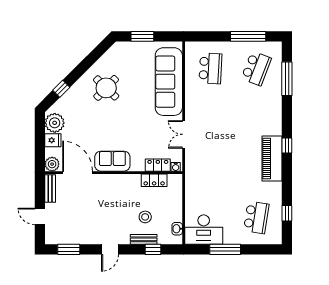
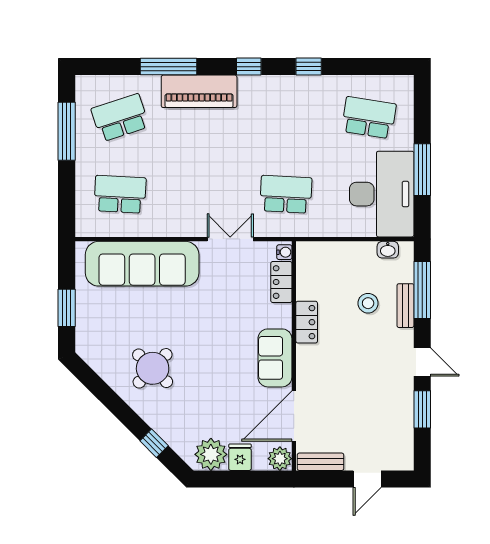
school desk: (256, 68) -> (120, 118), turned -39
window: (287, 79) -> (169, 67), moved
double door: (184, 134) -> (230, 239), swing flipped
piano: (272, 158) -> (199, 91), moved
school desk: (210, 168) -> (286, 194), added
locker: (154, 180) -> (307, 322), moved
window: (287, 213) -> (309, 67), moved
desk: (204, 230) -> (382, 194), width x1.36, depth x1.30
window: (69, 249) -> (422, 409), moved
window: (153, 249) -> (422, 290), width x2.17

